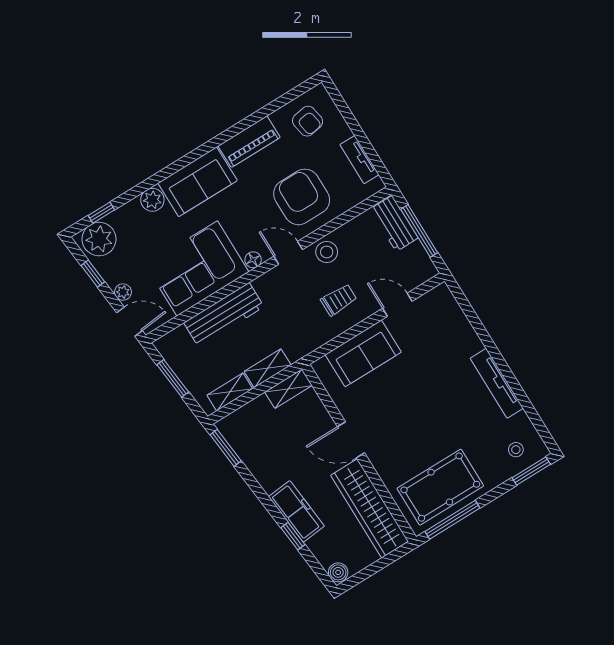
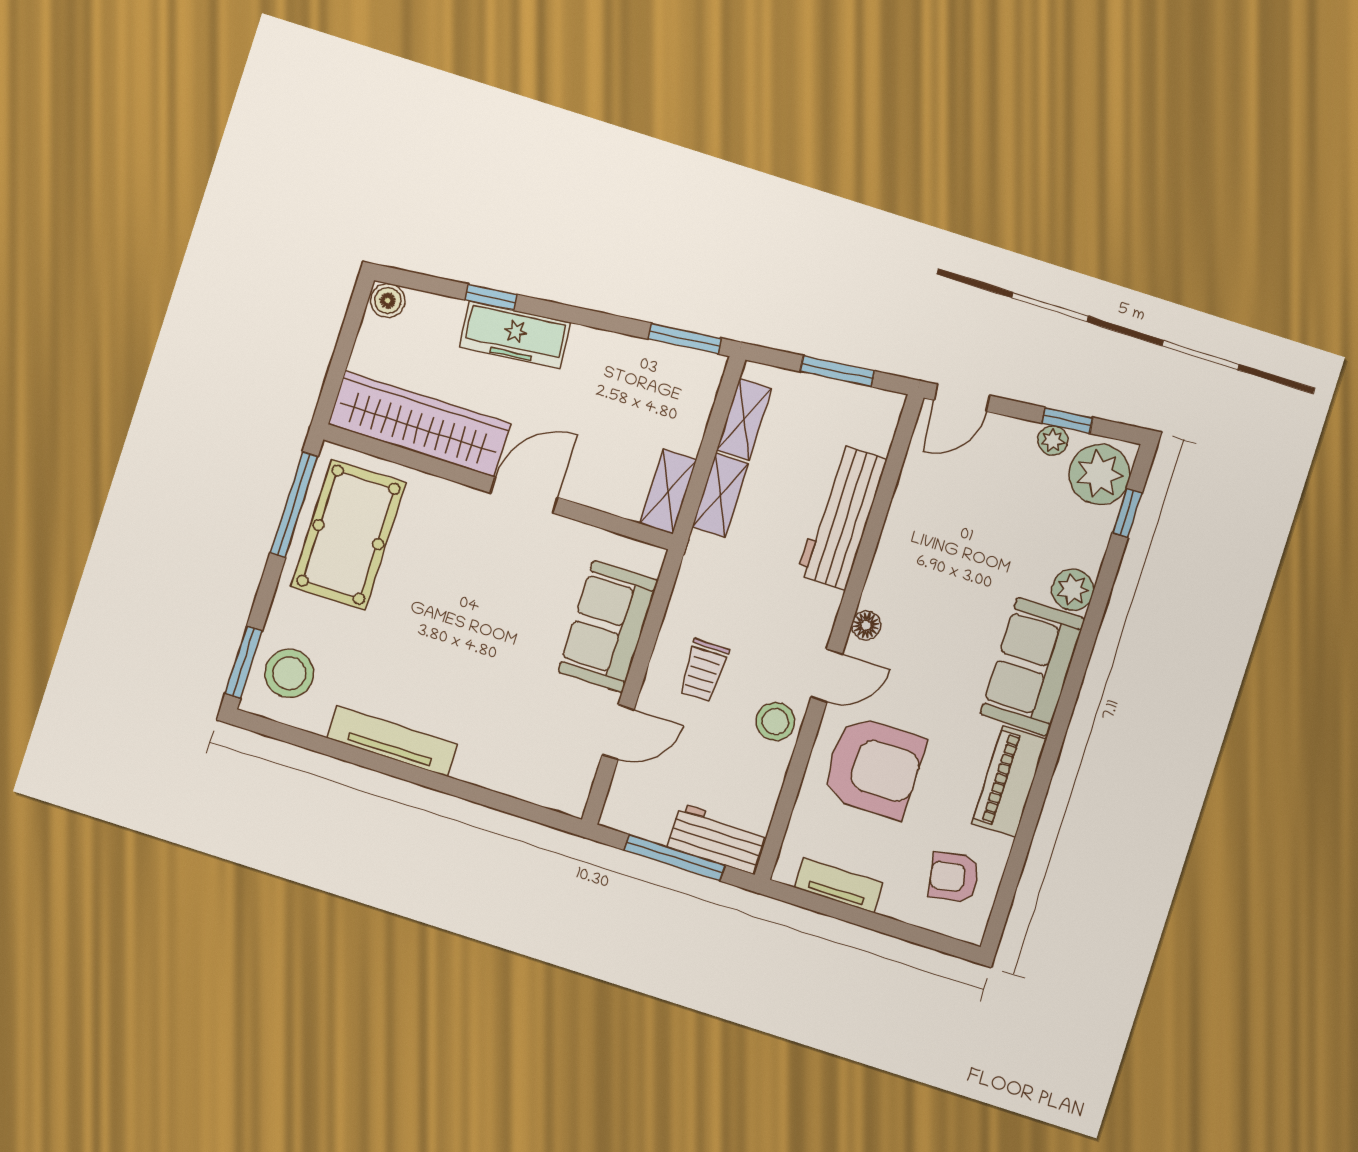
corner sofa: (197, 268) -> (932, 549), removed
plant: (123, 292) -> (1053, 440), moved
stool: (516, 450) -> (289, 673), width x1.89, depth x1.89

